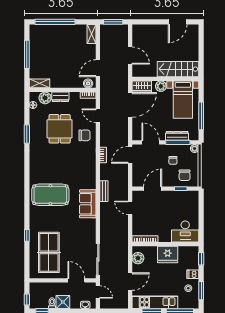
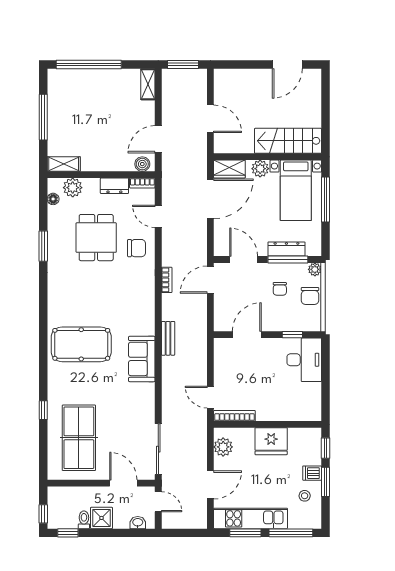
dresser: (60, 97) -> (114, 186), moved
window: (201, 116) -> (326, 200), moved
chair: (185, 175) -> (310, 296), moved
door: (130, 208) -> (210, 397), moved
desk: (185, 232) -> (304, 360), moved, turned -90
window: (201, 291) -> (326, 482), moved

